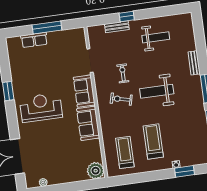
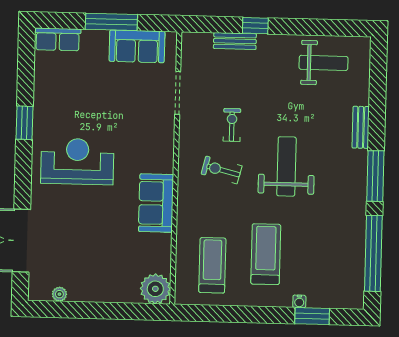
weight bench: (156, 37) -> (324, 63), moved
row of seats: (34, 40) -> (58, 39), moved
sofa: (84, 91) -> (137, 46), moved, turned -90
weight bench: (157, 91) -> (286, 166), turned 90

